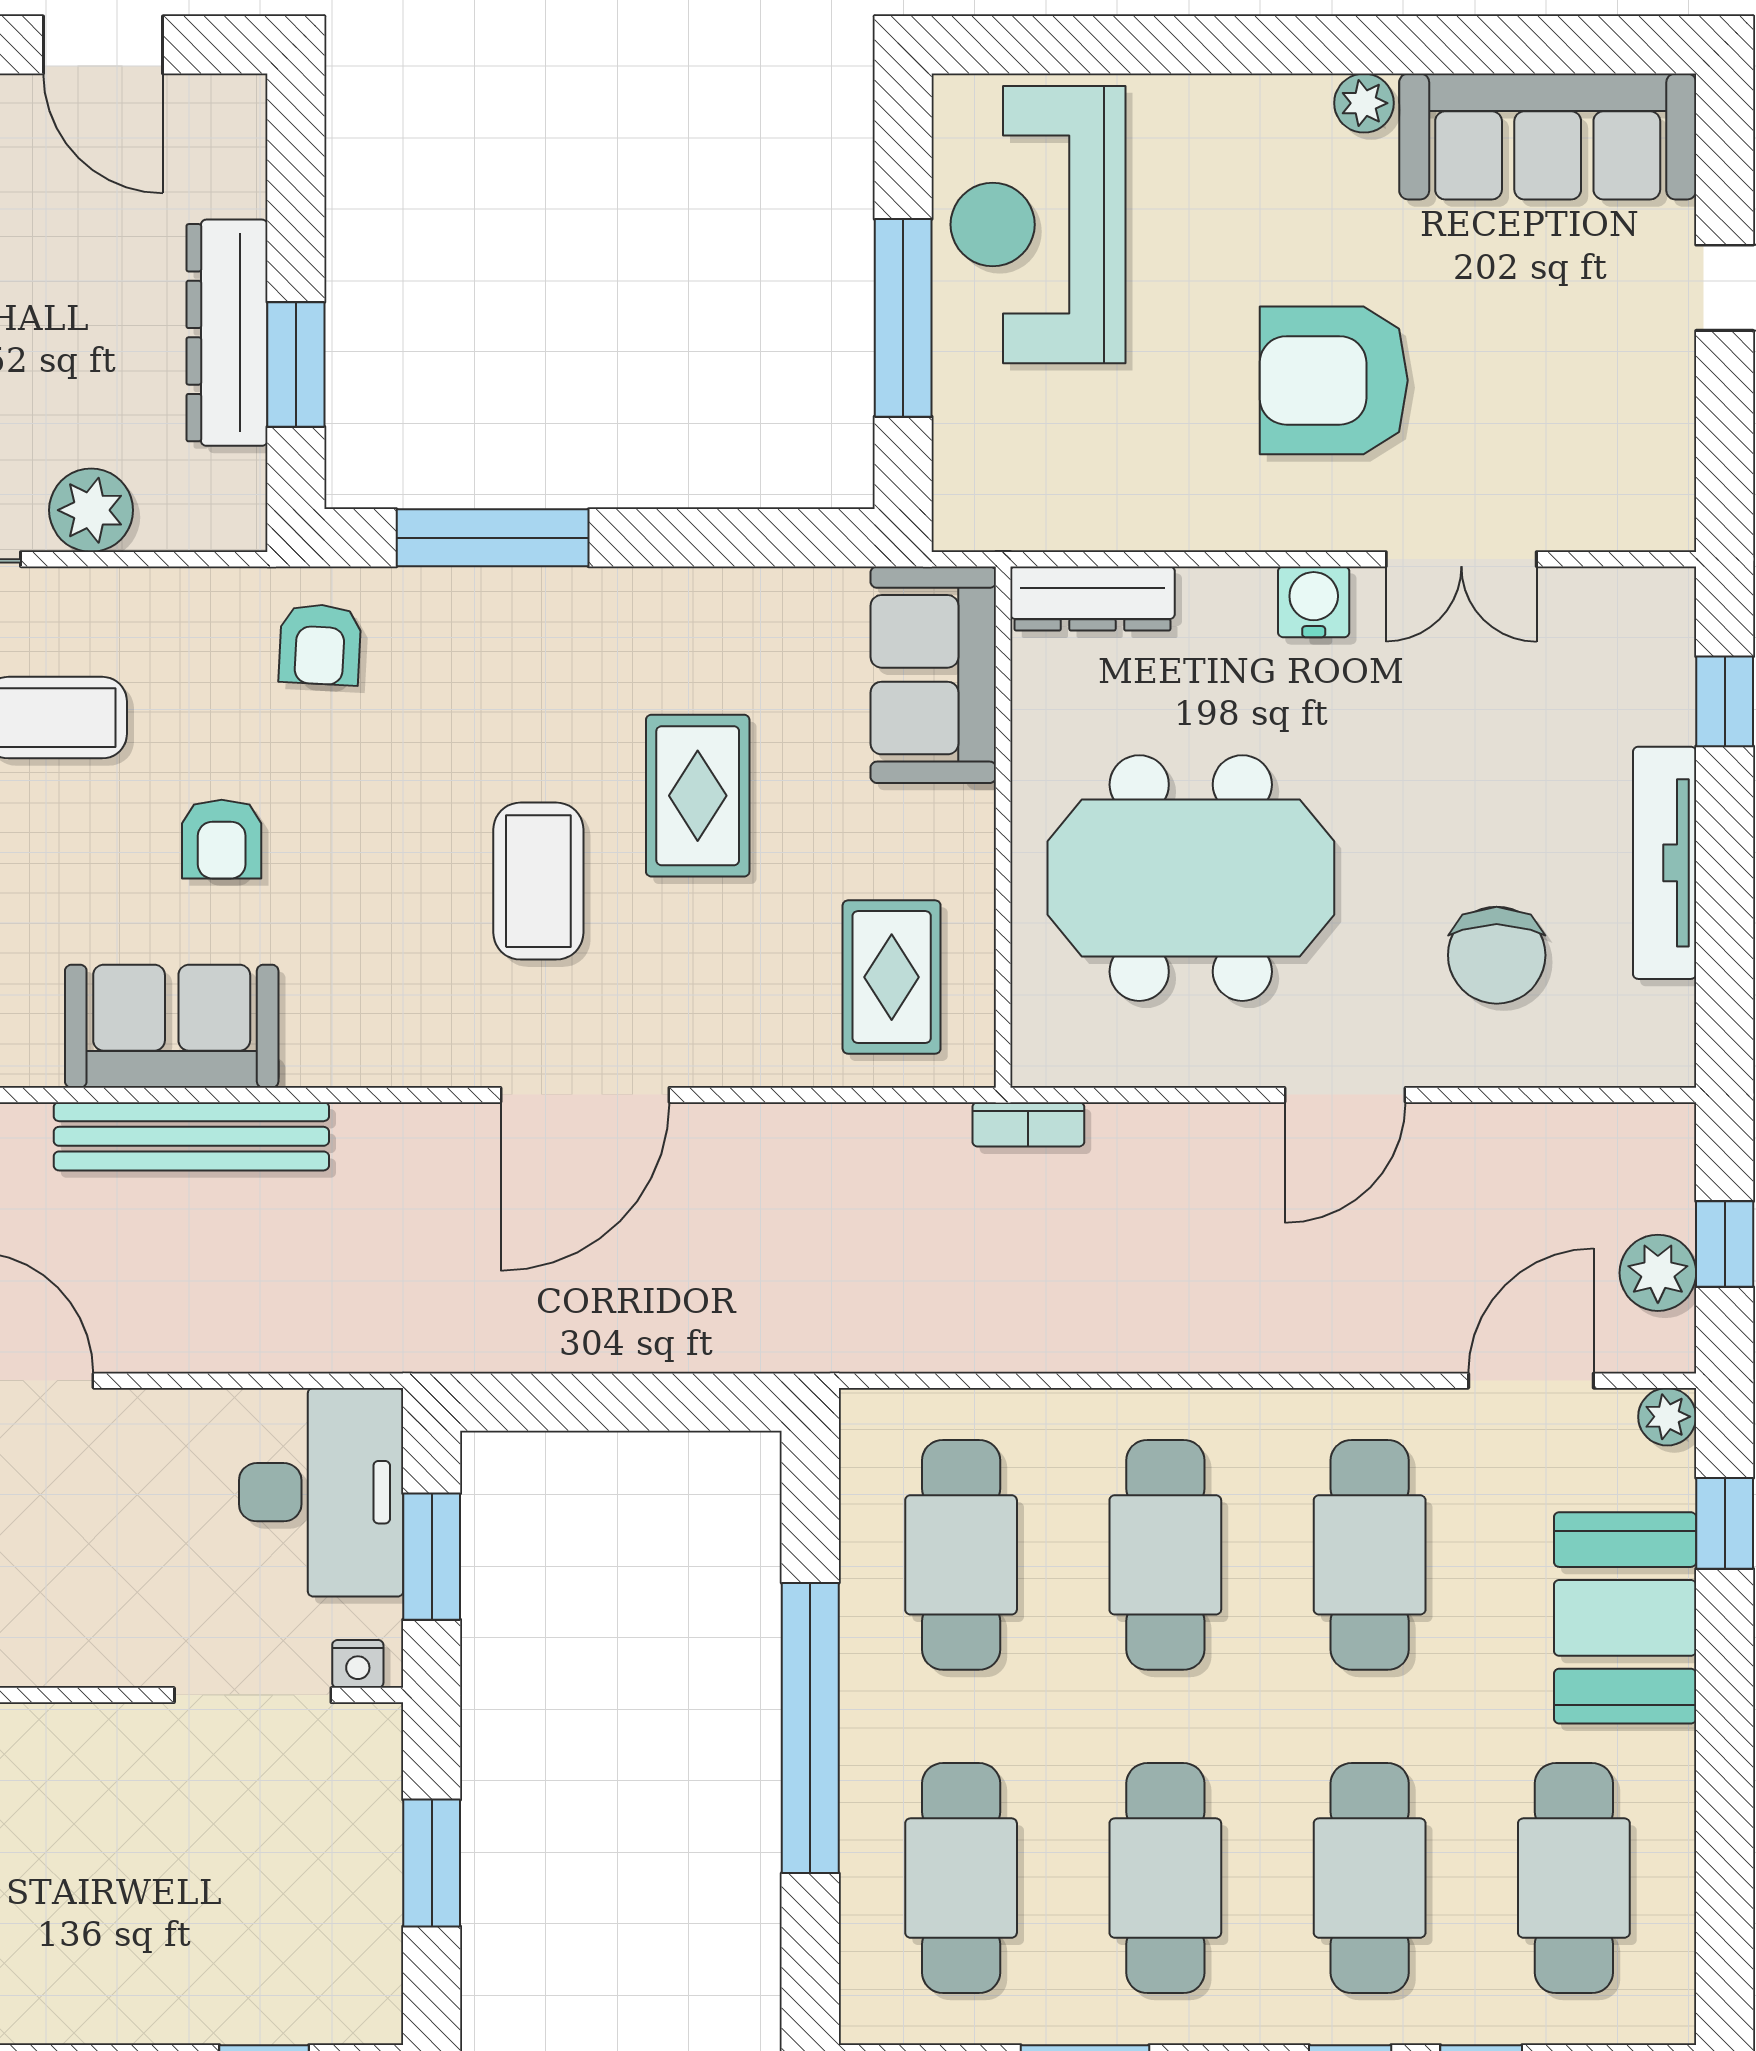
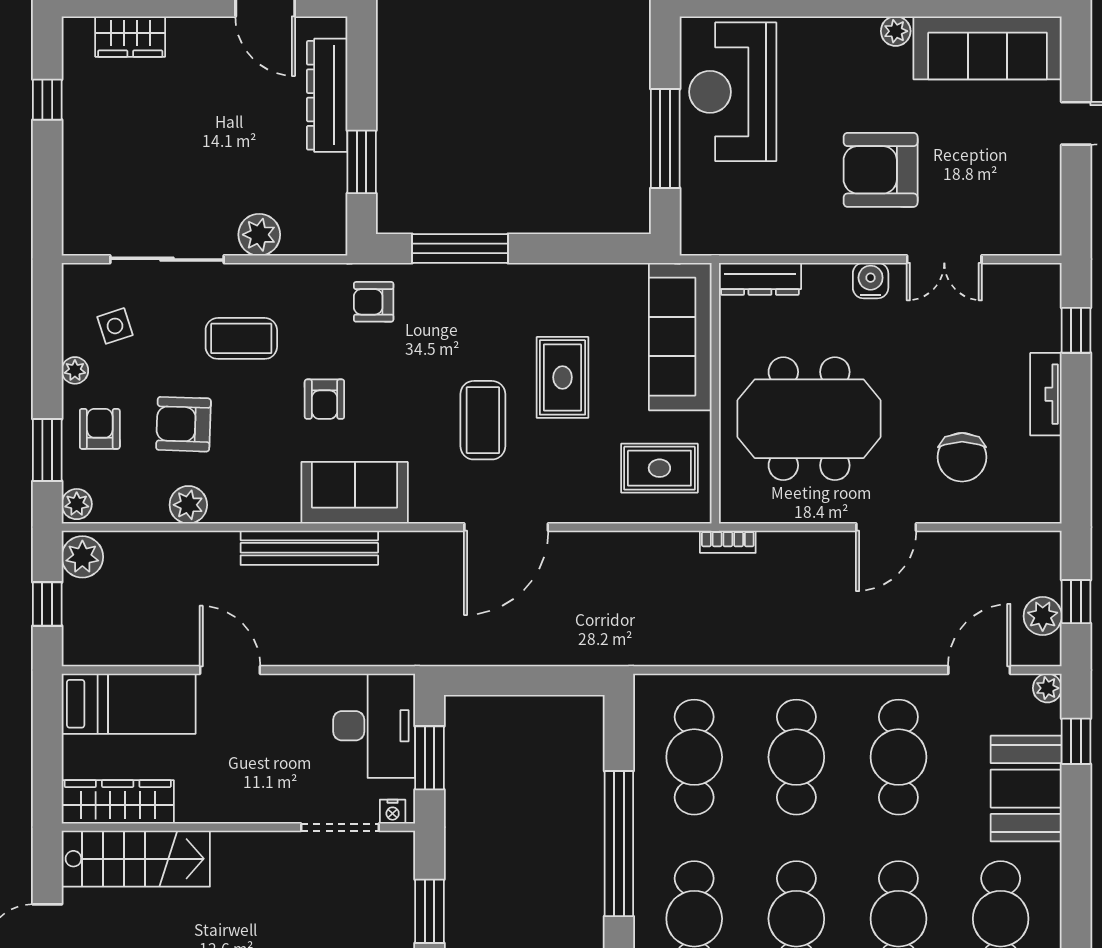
dresser: (227, 333) -> (327, 95), moved
armchair: (320, 644) -> (374, 302), turned 87
sofa: (933, 675) -> (680, 337), width x1.36
tv unit: (1665, 863) -> (1046, 394), width x0.71
rug: (892, 977) -> (659, 468), turned 90
sofa: (172, 1026) -> (355, 493), moved

